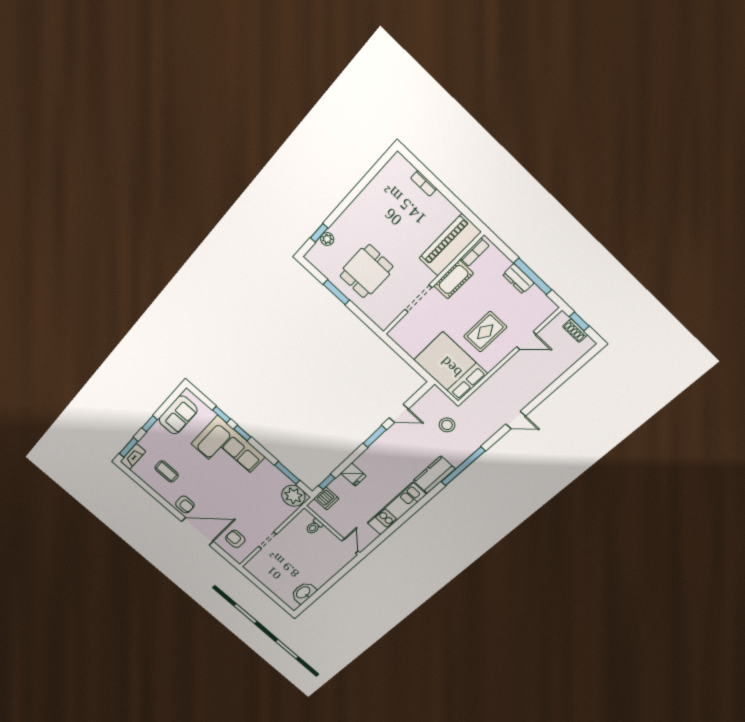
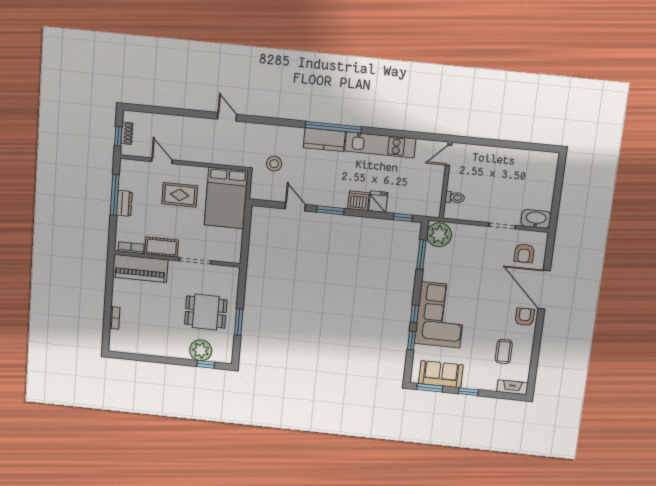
plant: (327, 239) -> (201, 350), width x1.88, depth x1.88
window: (129, 447) -> (430, 388), moved
window: (463, 466) -> (333, 127), moved
dishwasher: (326, 499) -> (358, 201), moved
washbasin: (304, 593) -> (536, 219), moved, turned 180

